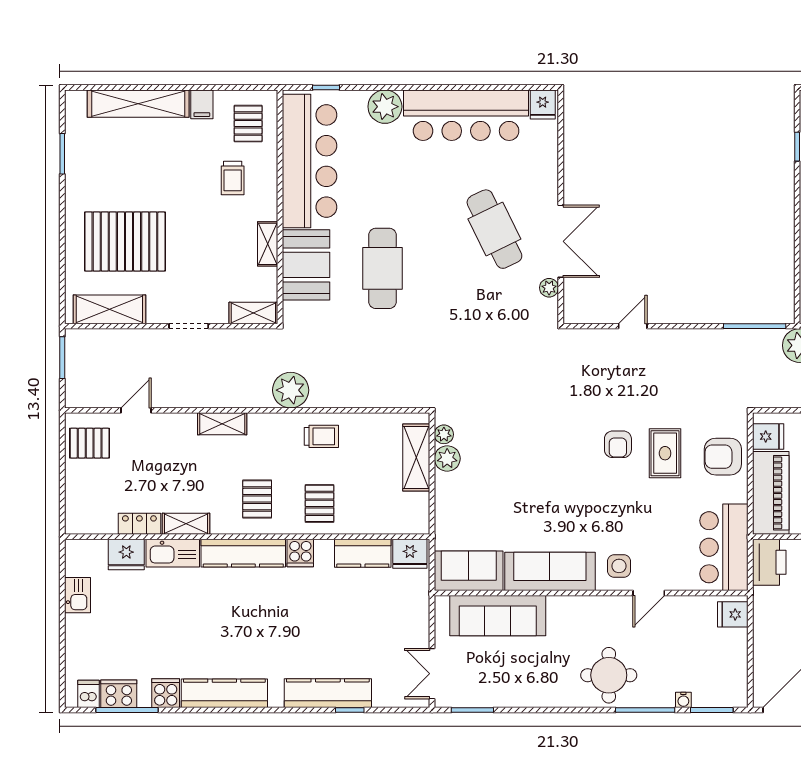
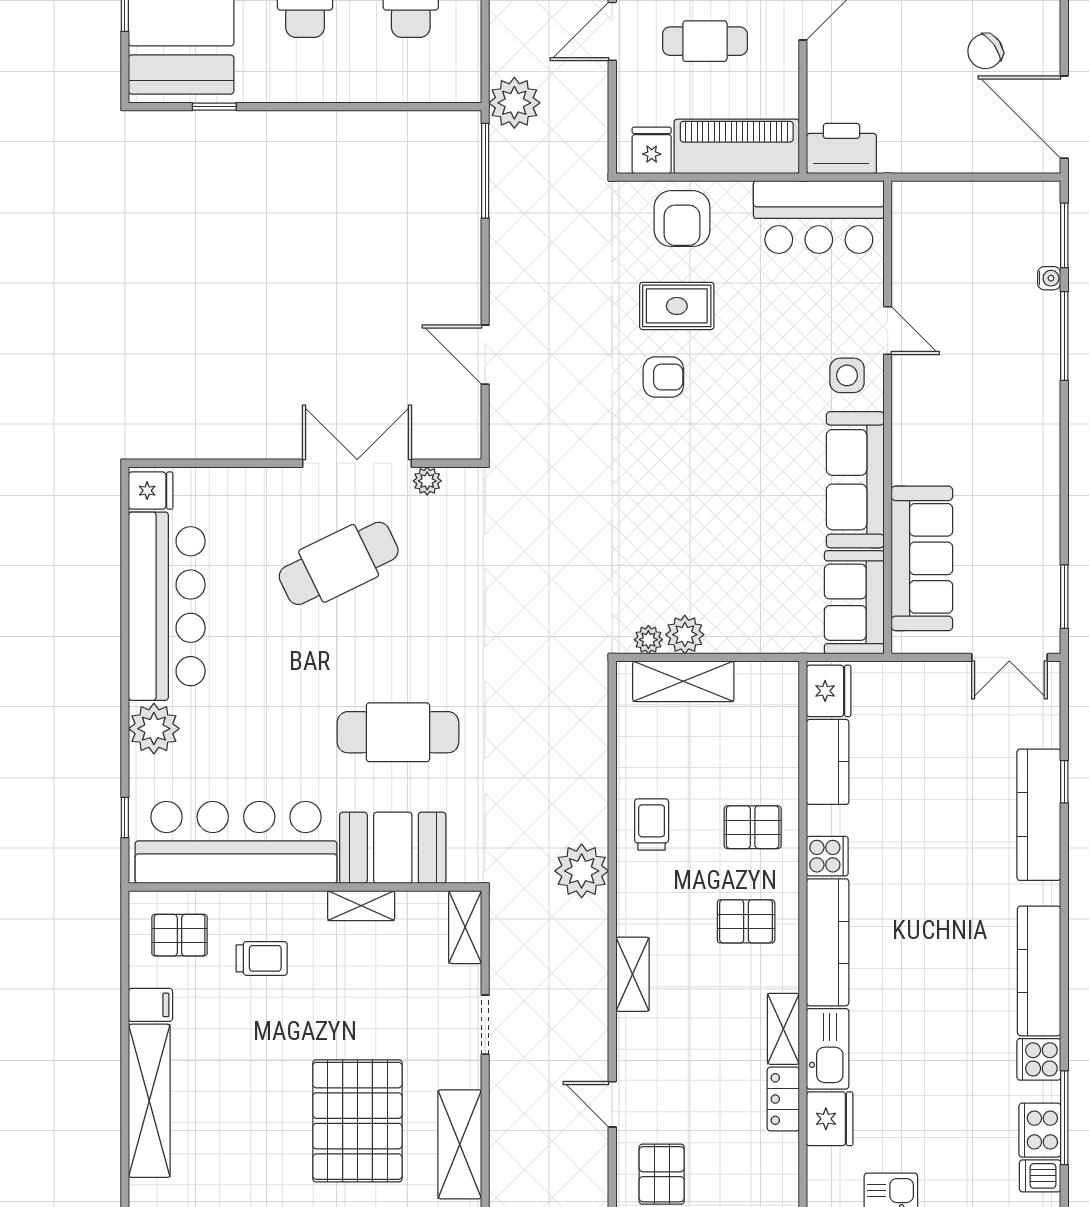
door: (633, 326) -> (485, 355), width x1.38
fridge: (733, 614) -> (920, 204), removed
round table: (609, 675) -> (1012, 391), removed

